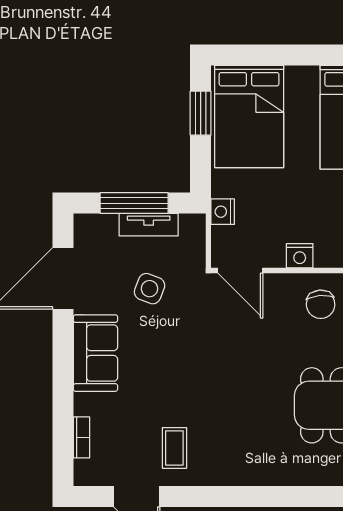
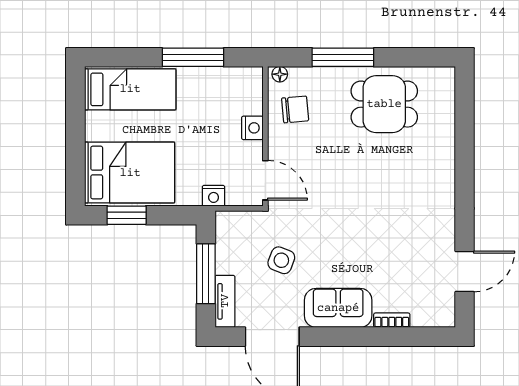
tv unit: (149, 225) -> (225, 301), moved
door: (240, 271) -> (265, 180), hinge flipped
bookcase: (82, 437) -> (392, 320), moved
coffee table: (174, 448) -> (422, 238), removed

